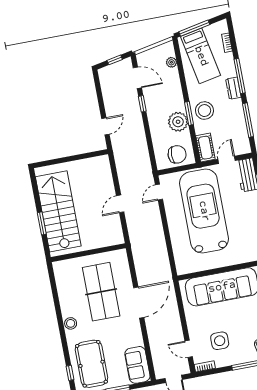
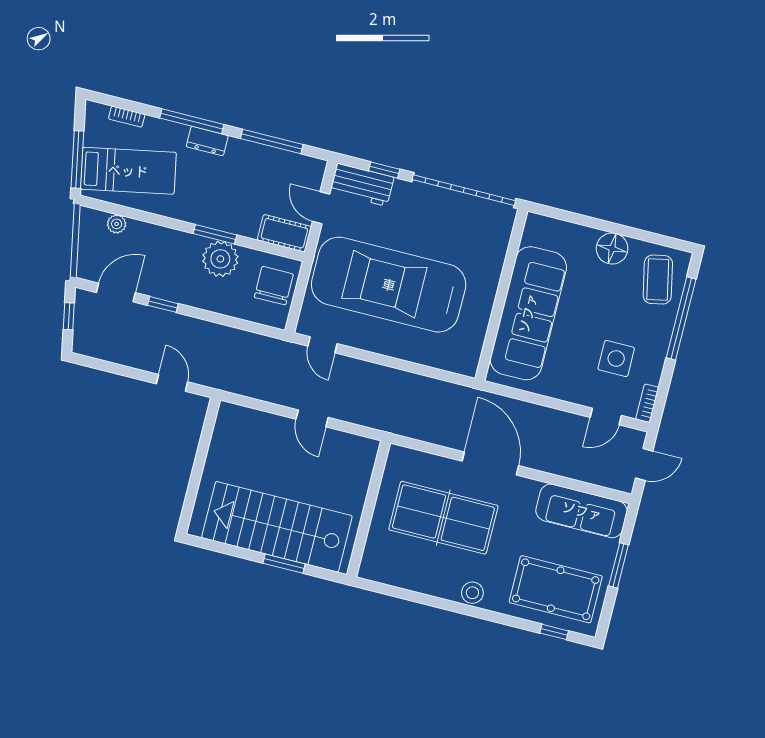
stool: (204, 111) -> (222, 206), removed
sofa: (137, 365) -> (582, 511), width x1.36

